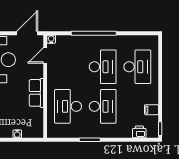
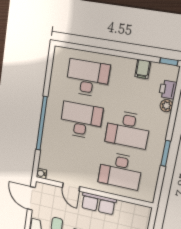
door: (45, 55) -> (71, 187), moved
desk: (103, 106) -> (128, 129), turned 180
plant: (127, 133) -> (166, 106), added

